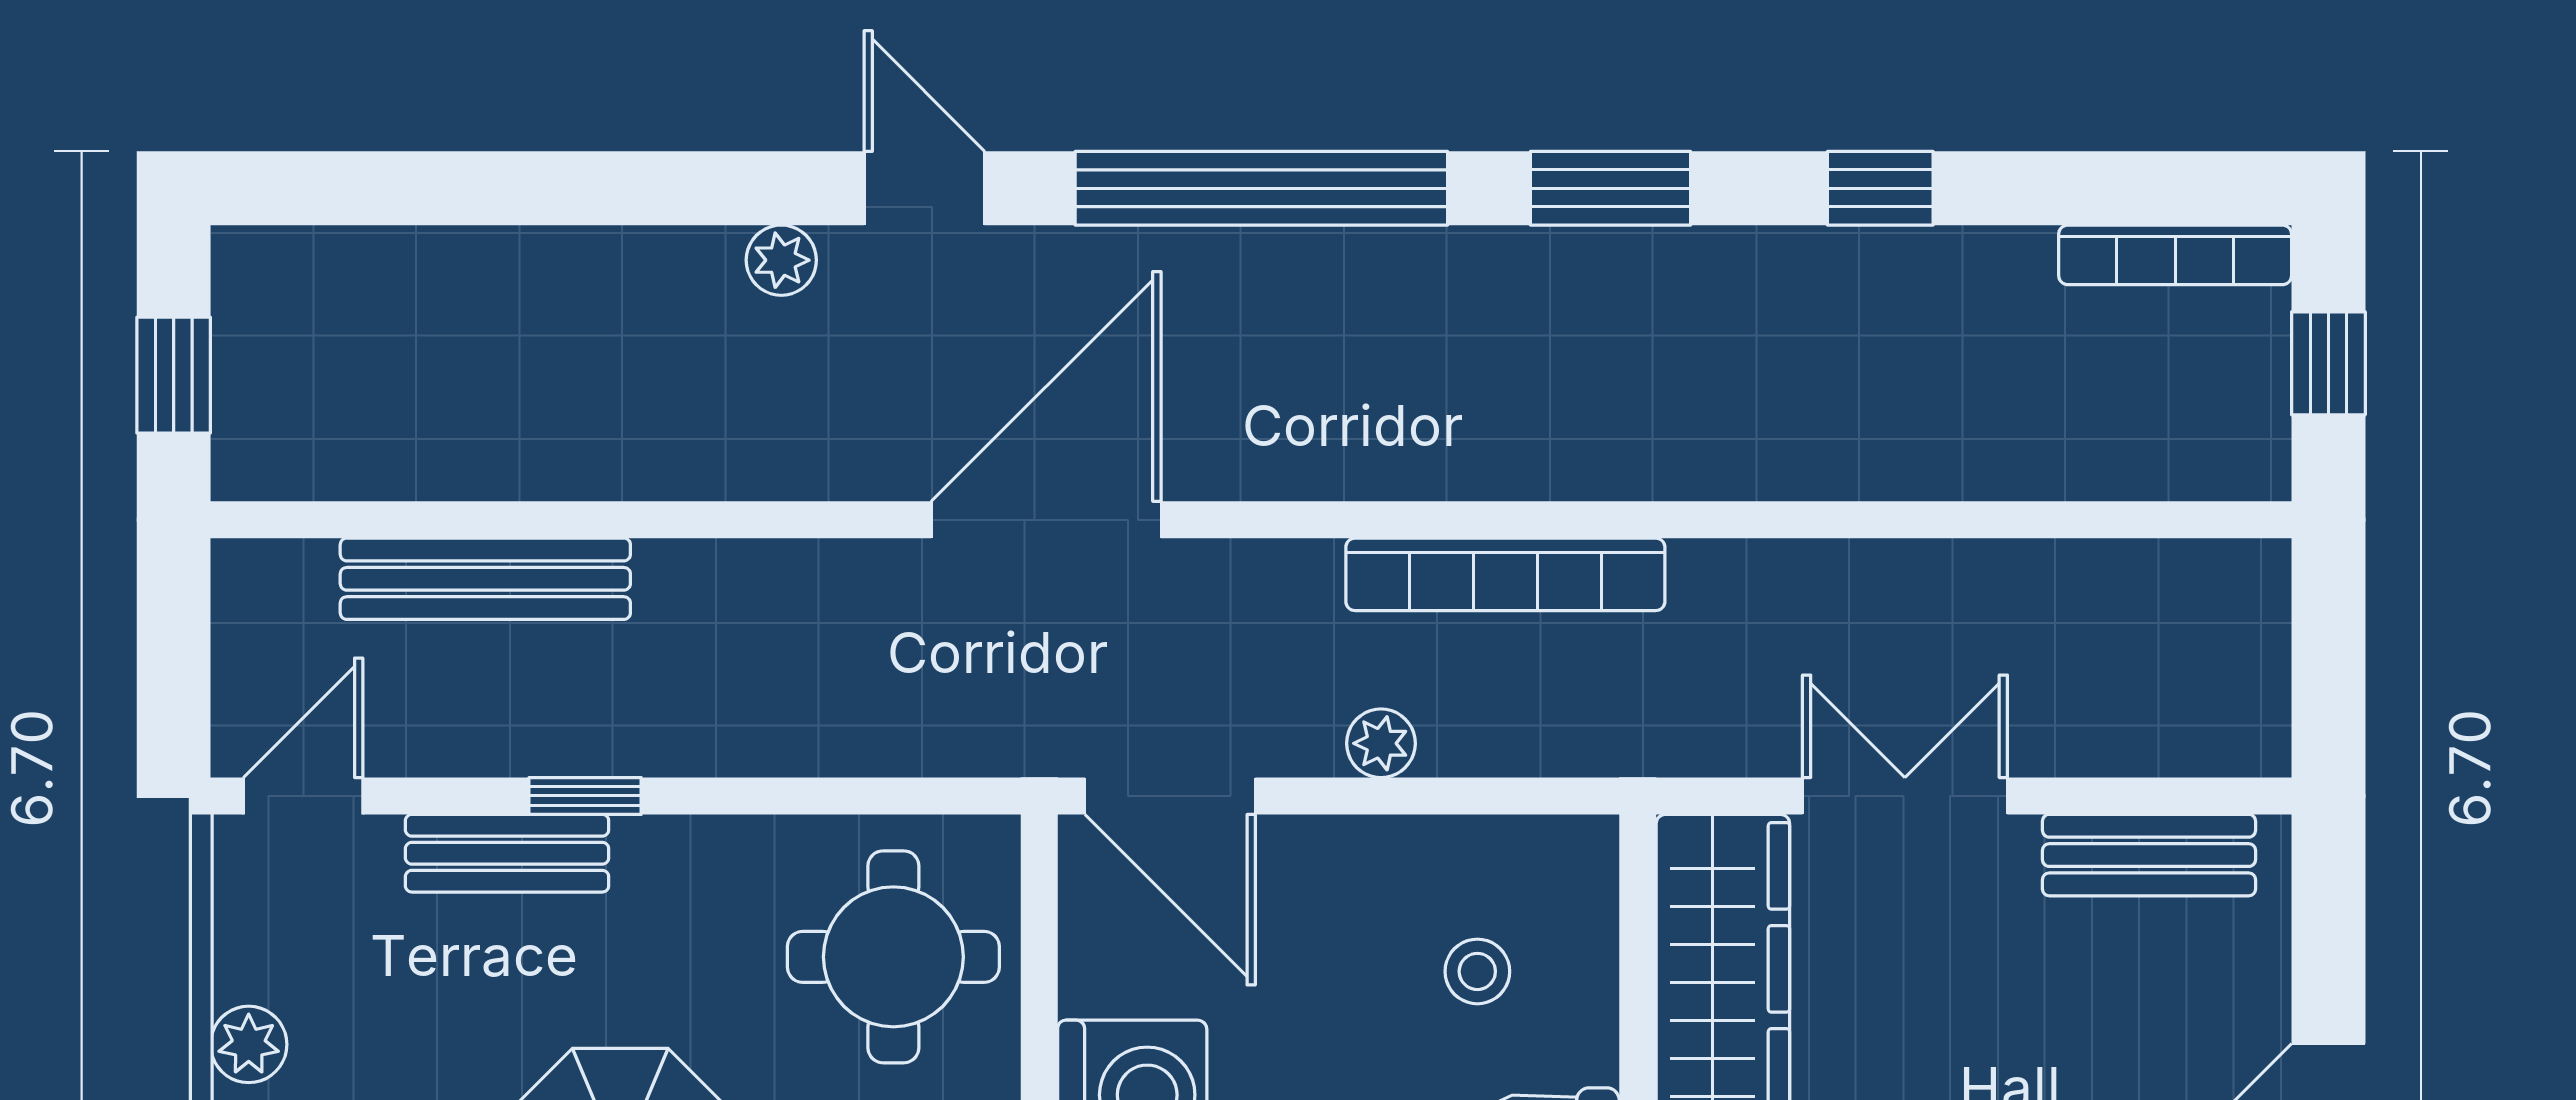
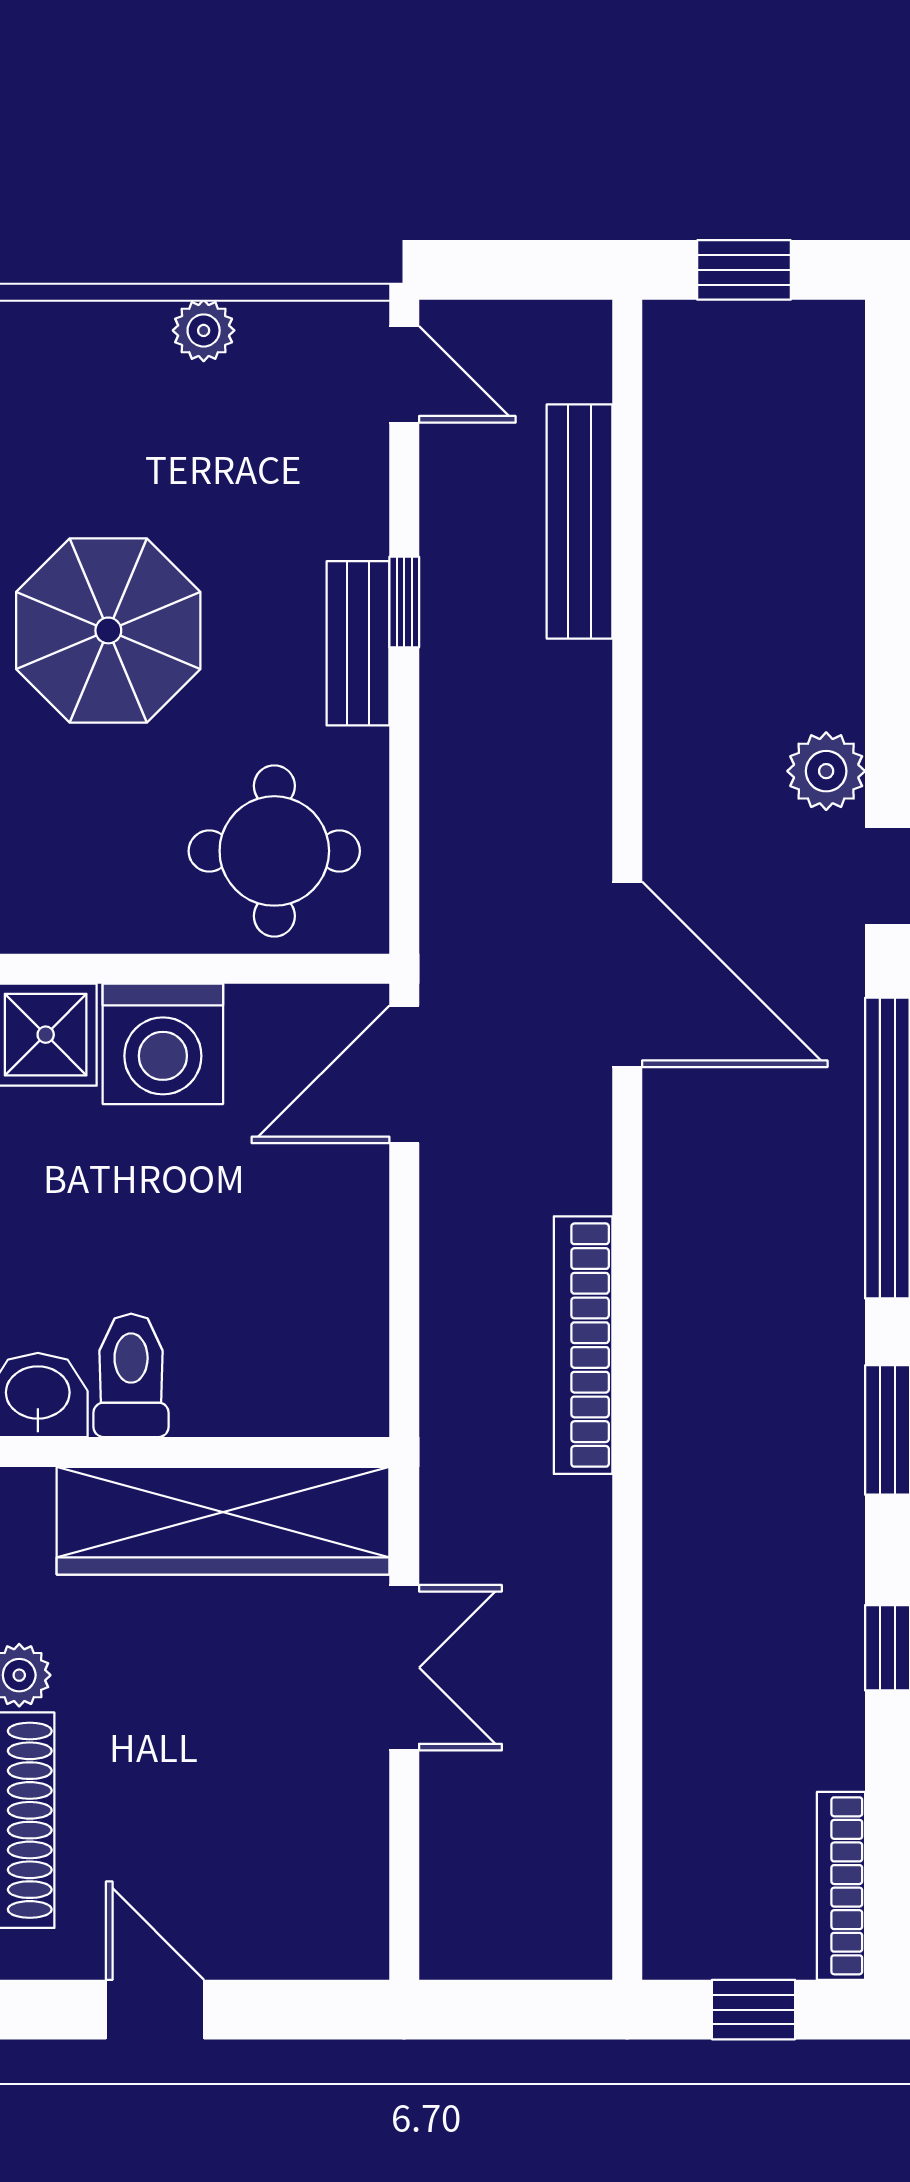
plant: (781, 260) -> (826, 771), width x1.38, depth x1.38
plant: (1381, 743) -> (447, 1245), removed
bench: (507, 853) -> (358, 643), moved
bench: (2149, 855) -> (356, 1865), removed
stool: (1477, 971) -> (263, 1322), removed

